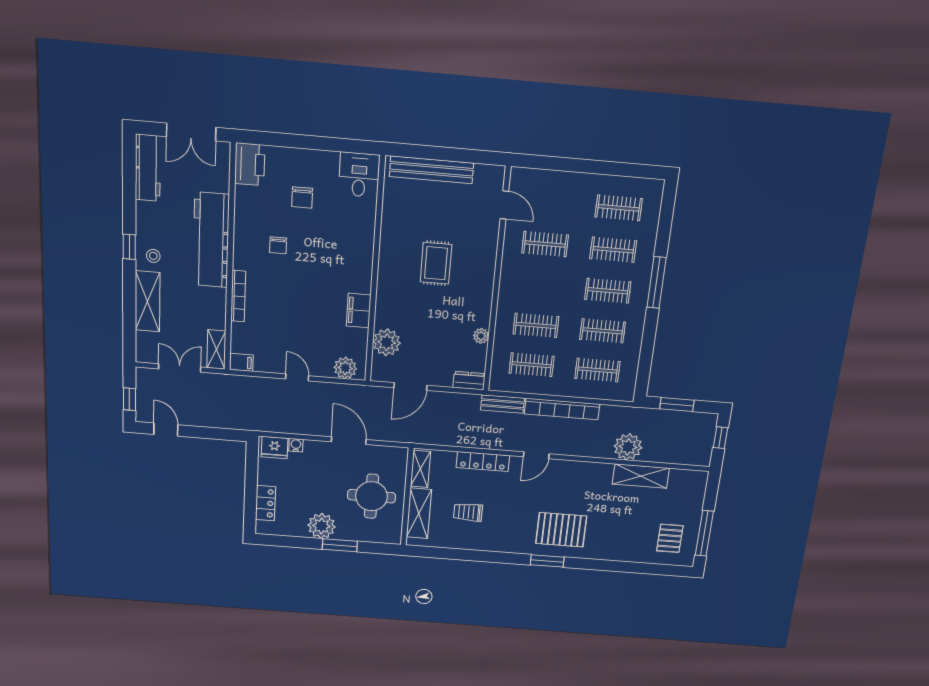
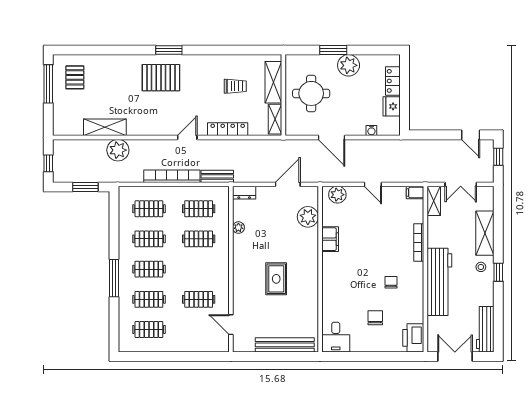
fridge: (274, 447) -> (392, 106), moved, turned -90

